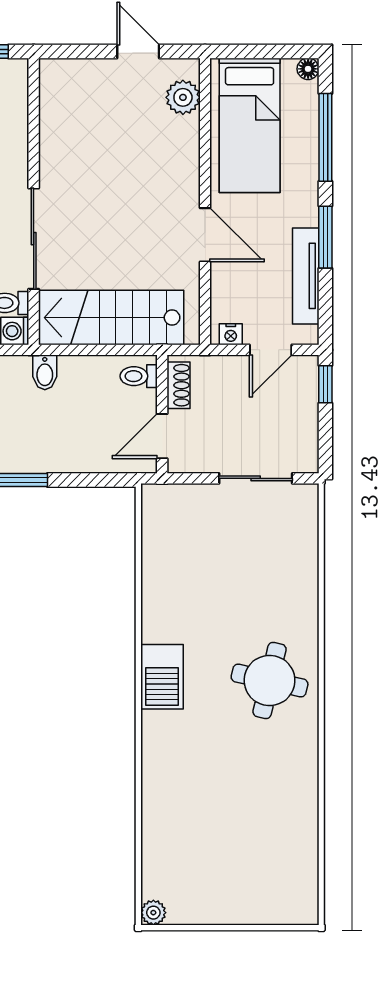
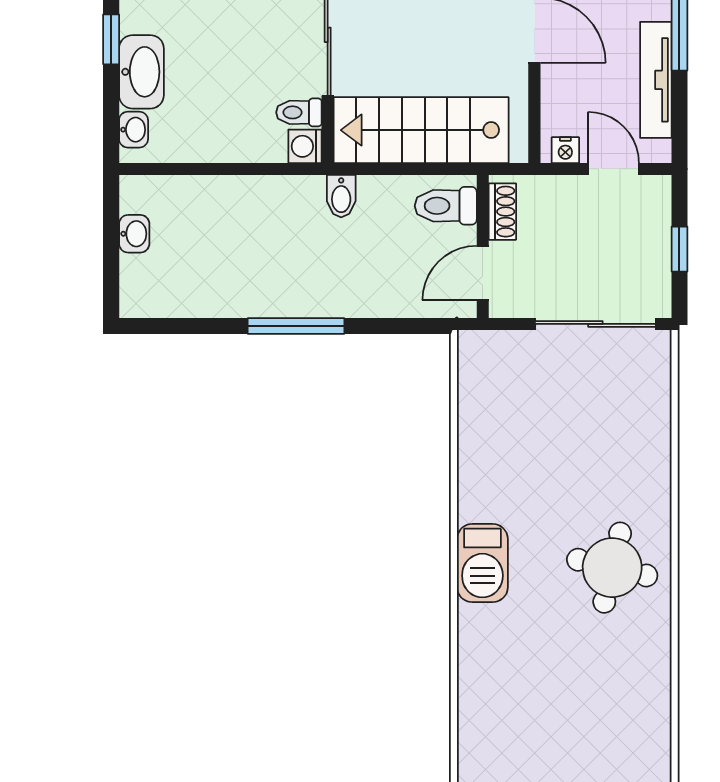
door: (271, 350) -> (613, 169), swing flipped
toilet: (139, 376) -> (446, 206), width x1.37, depth x1.39
window: (325, 384) -> (679, 249), moved
sliding door: (256, 478) -> (595, 324), width x1.37

